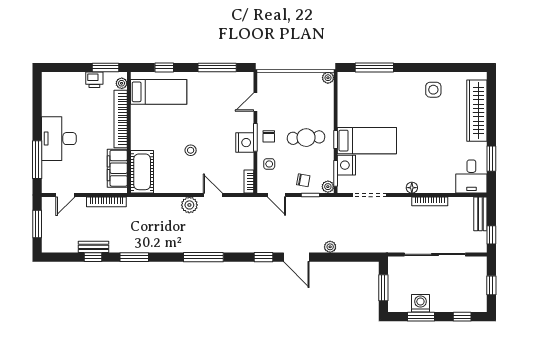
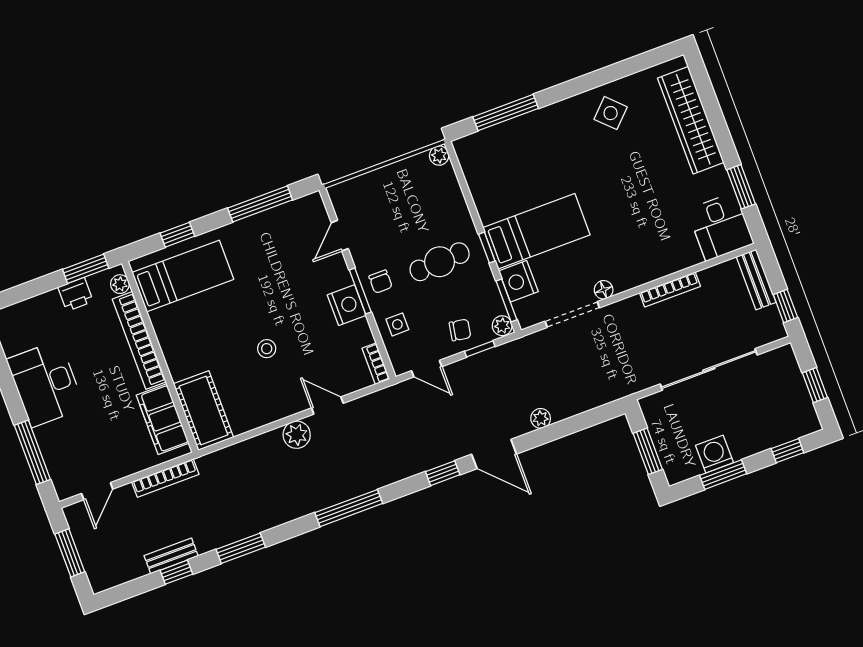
side table: (433, 90) -> (611, 113), turned 45
desk: (59, 139) -> (46, 384), moved
floor lamp: (412, 188) -> (604, 290), moved

